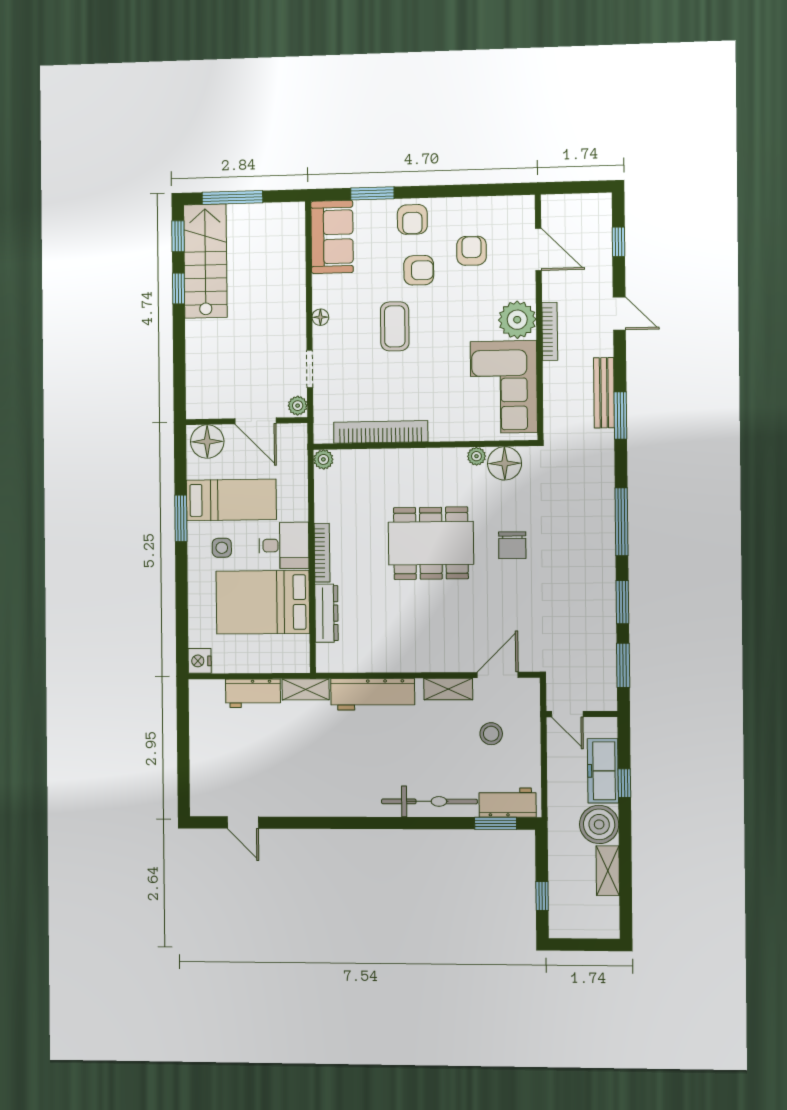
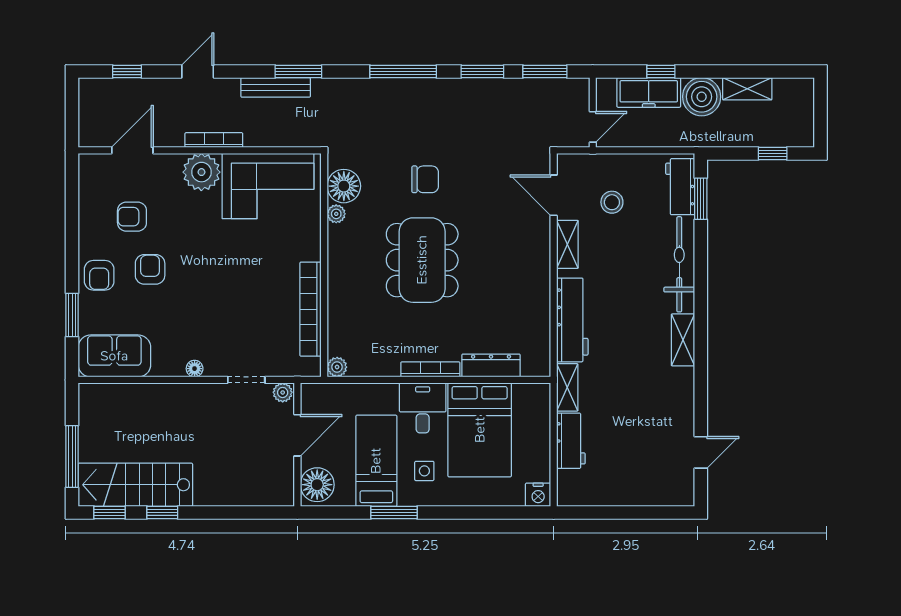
armchair: (412, 219) -> (99, 275), turned 90
coffee table: (395, 326) -> (205, 294), removed
shelving: (354, 805) -> (683, 340), added

